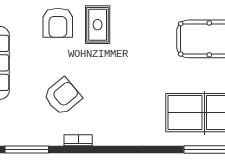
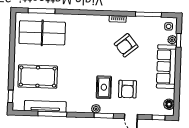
armchair: (58, 23) -> (127, 89), turned 180

